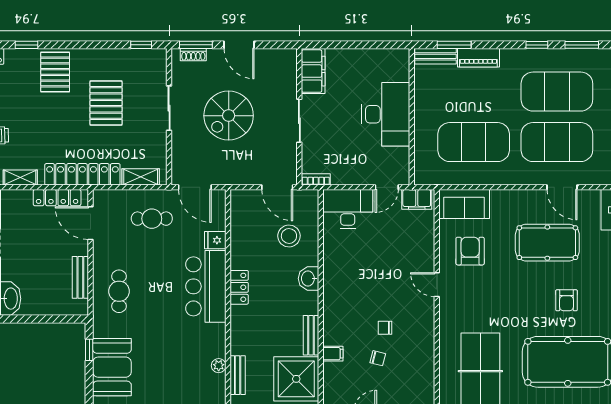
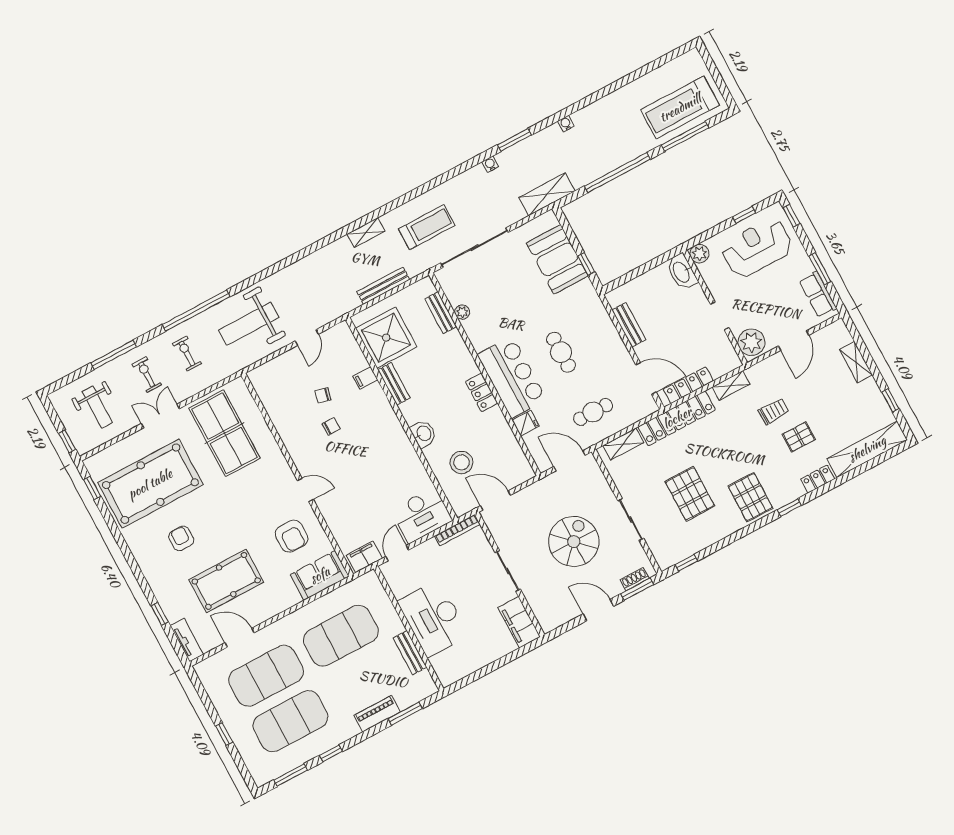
bench: (436, 56) -> (410, 653), moved, turned 90
bookcase: (316, 179) -> (457, 530), width x1.56
cafe table: (119, 291) -> (561, 352), moved

